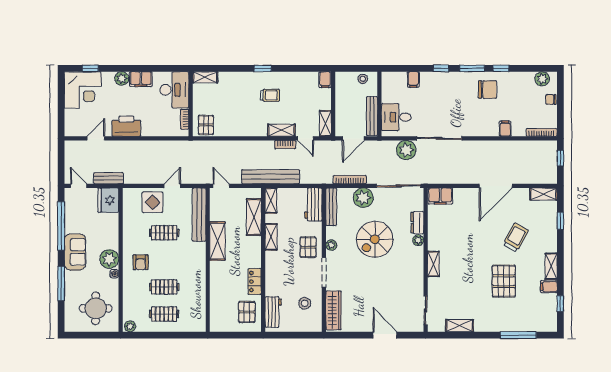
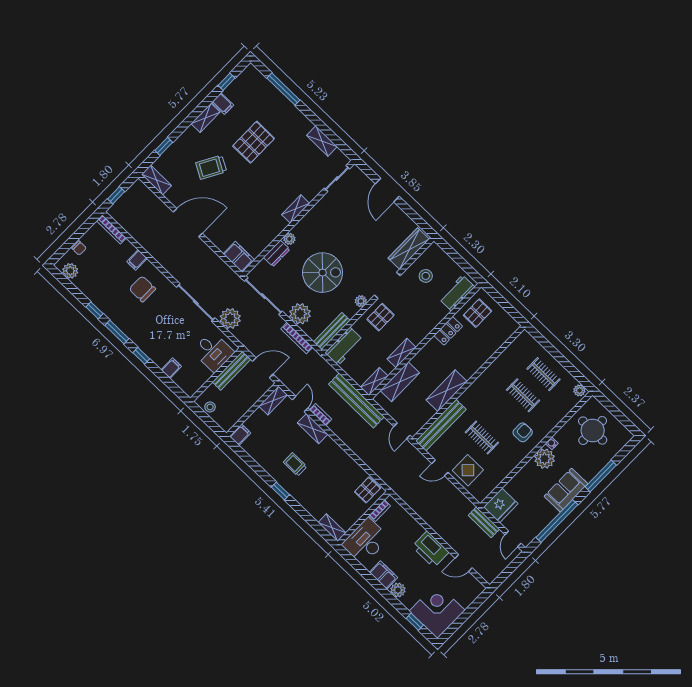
chair: (488, 89) -> (142, 289), moved

